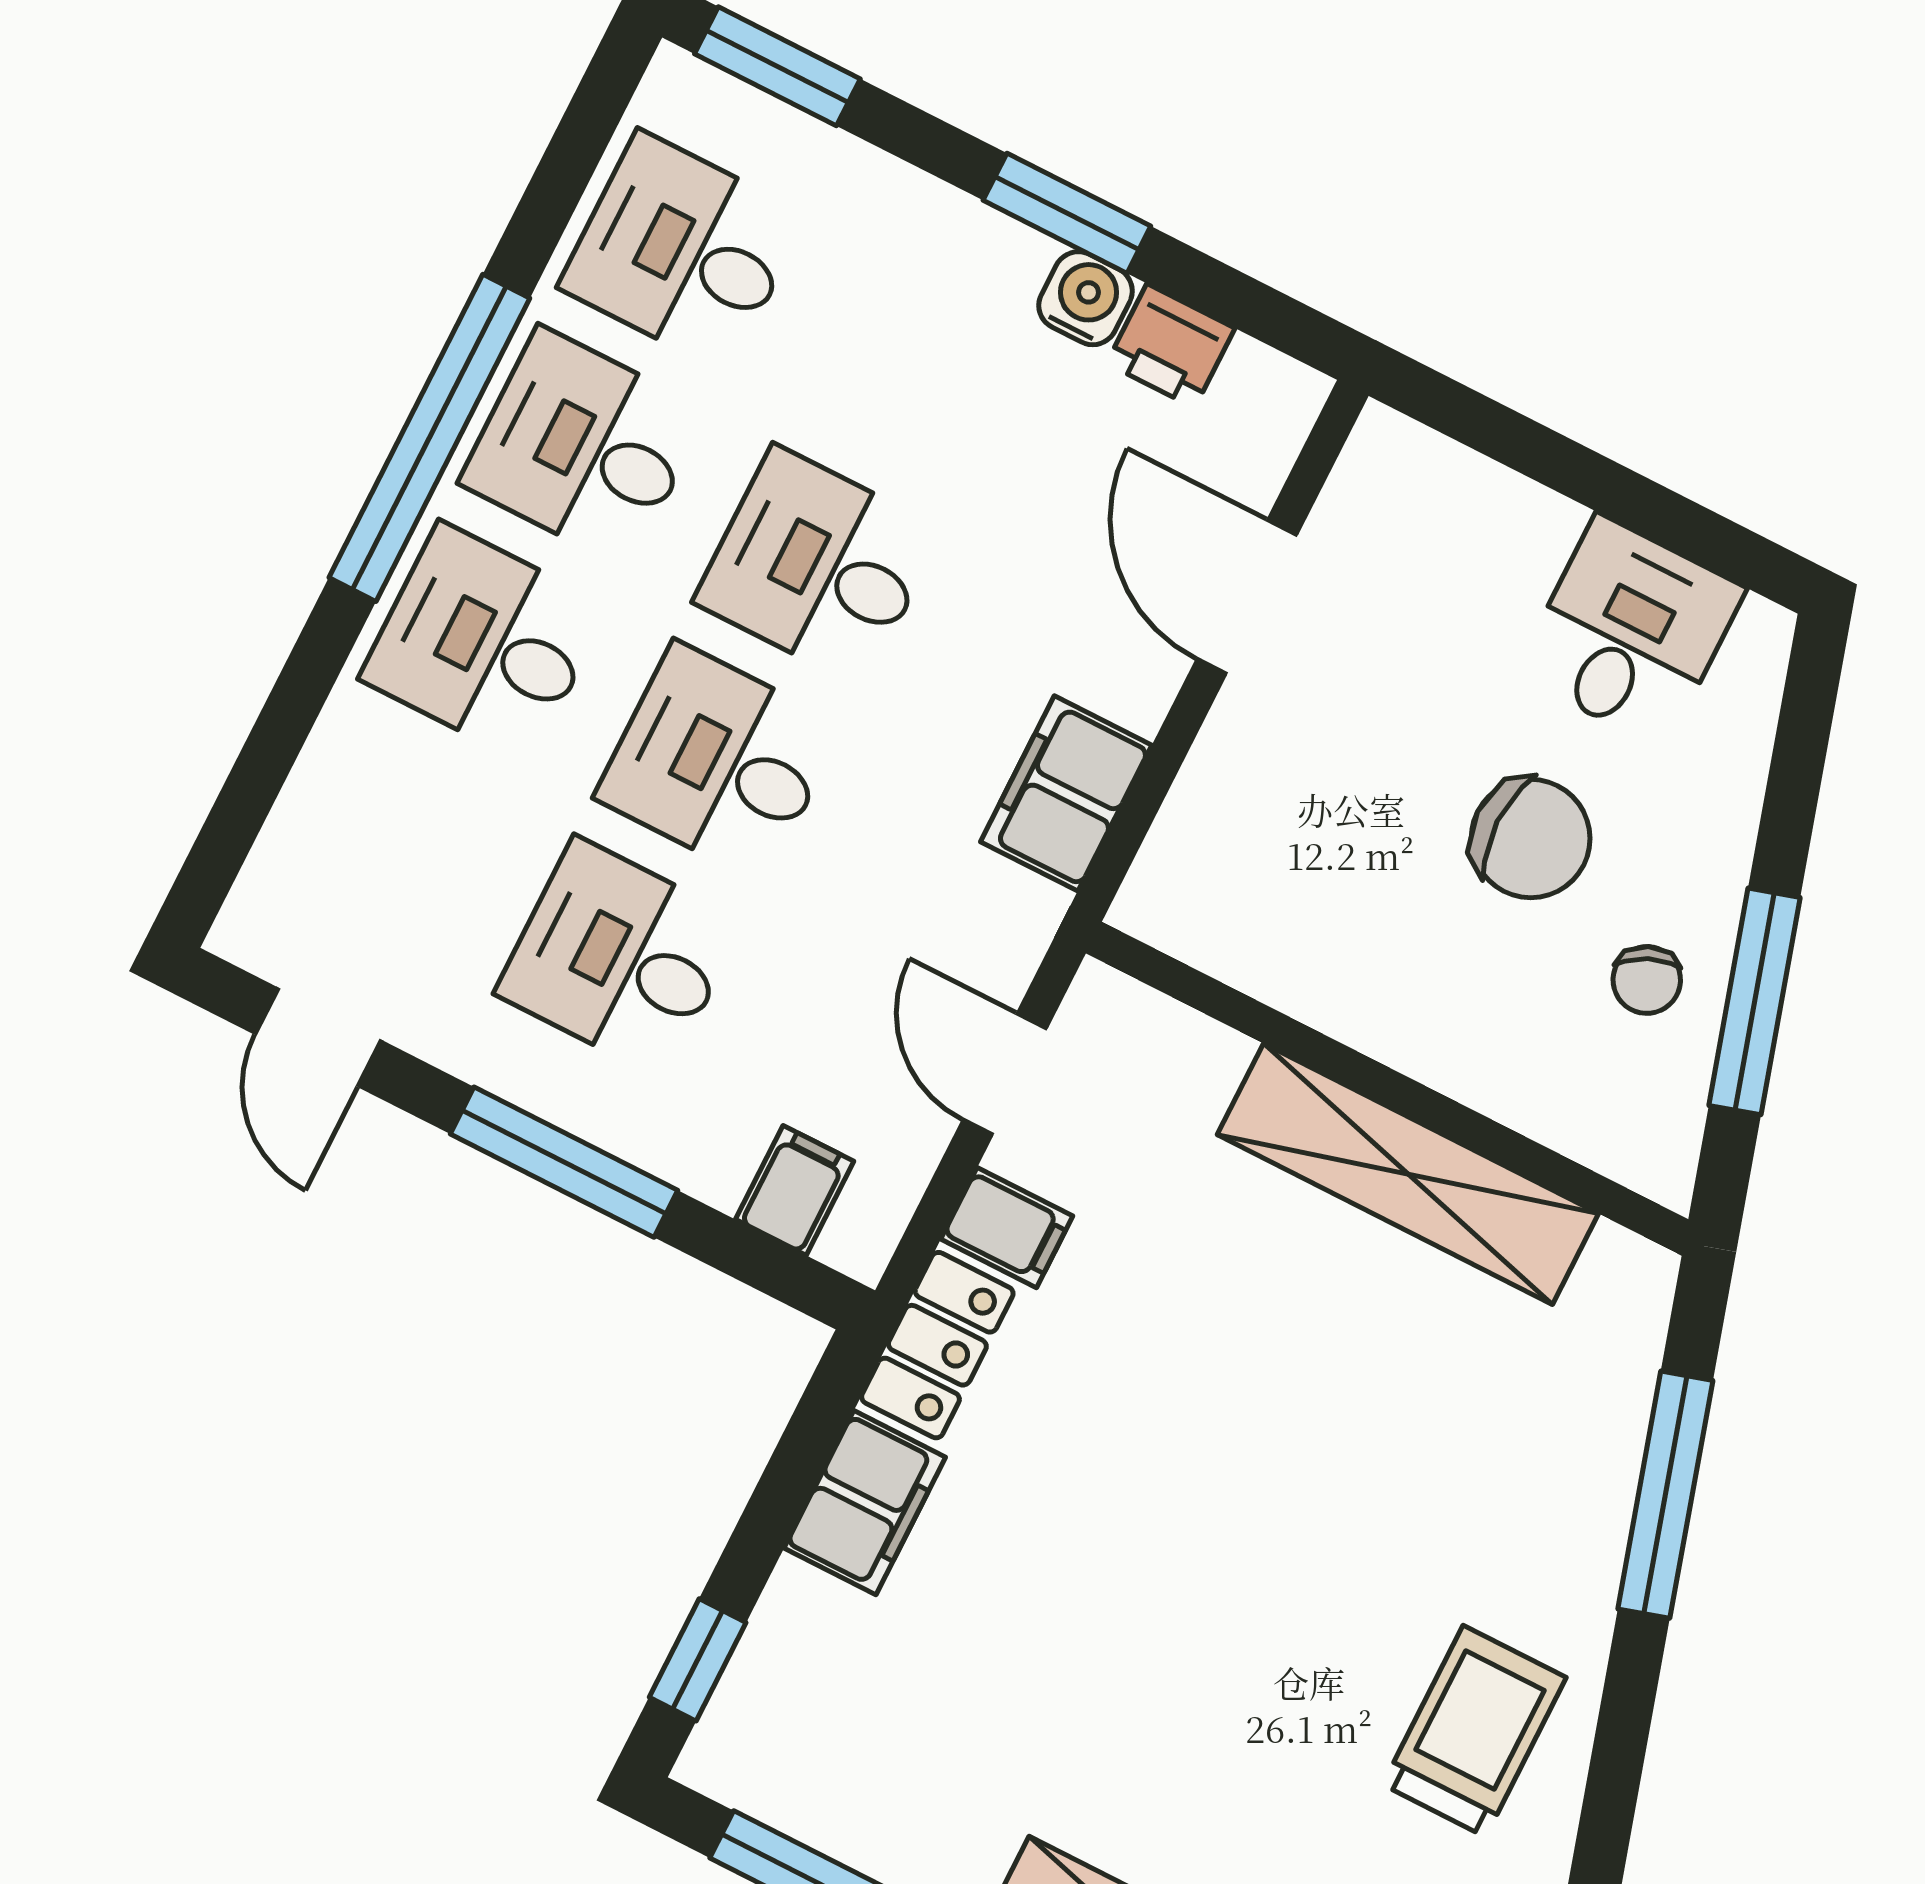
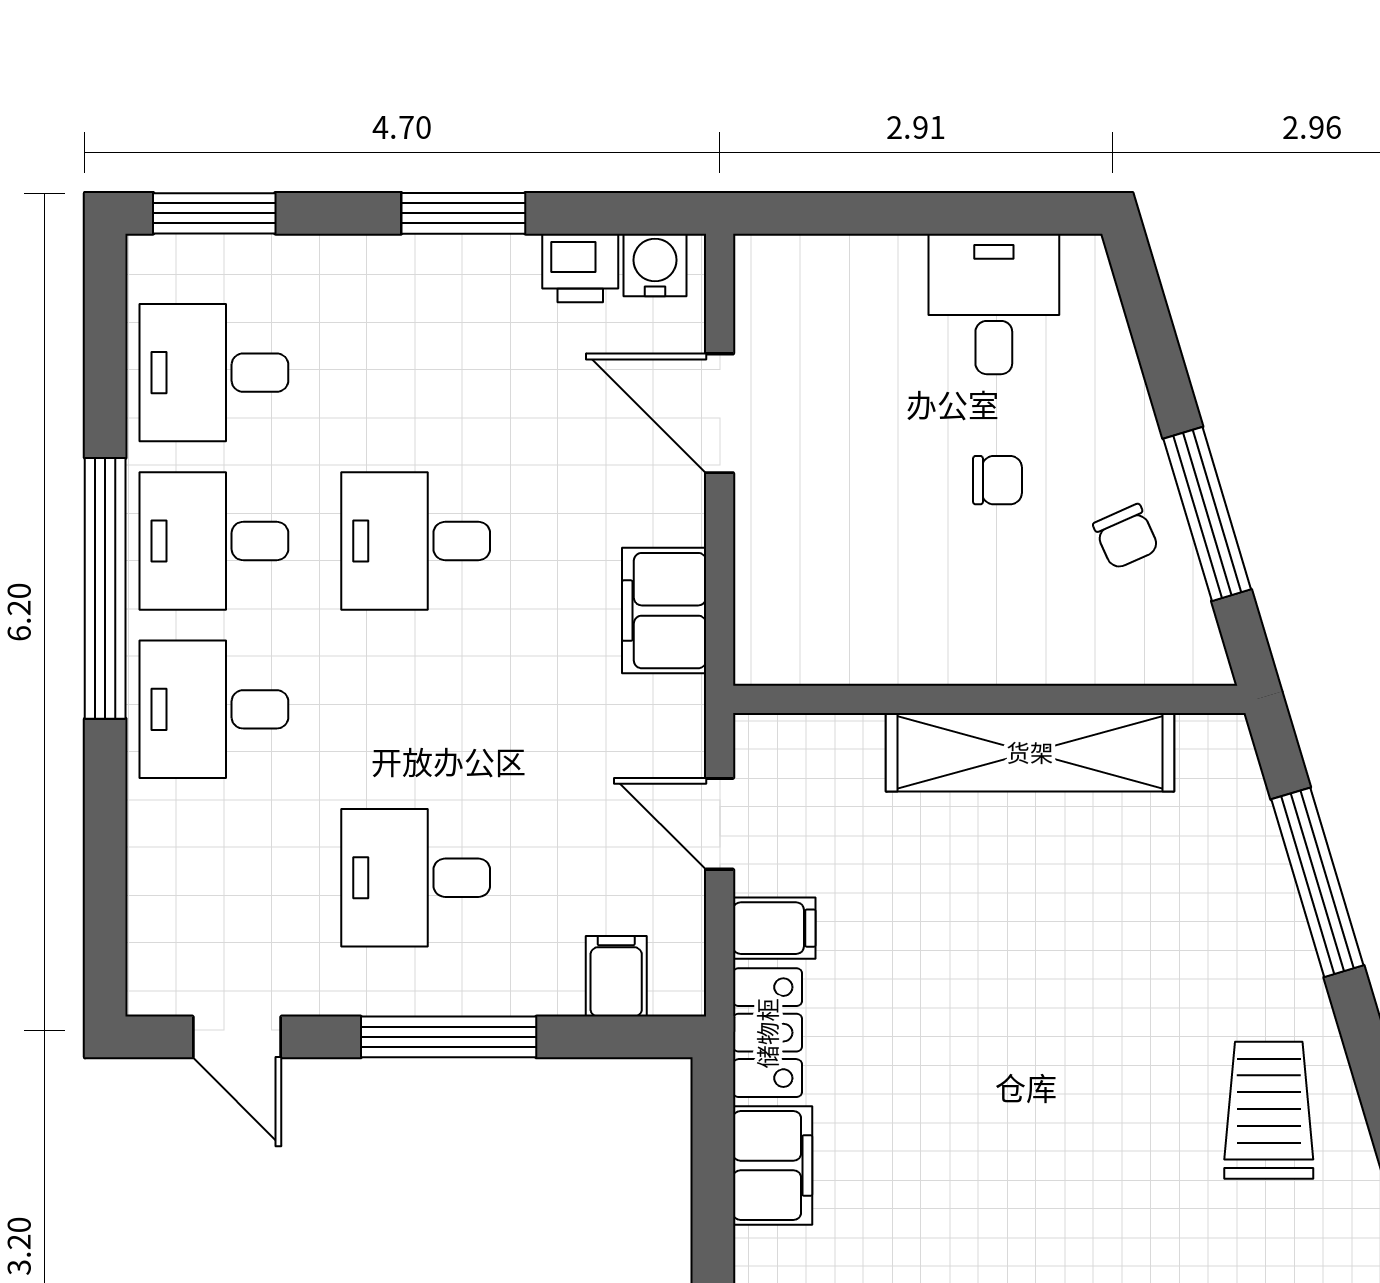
water cooler: (1086, 298) -> (655, 265), moved
desk: (719, 762) -> (416, 709), removed
chair: (1531, 838) -> (997, 480), width x0.54, depth x0.54

